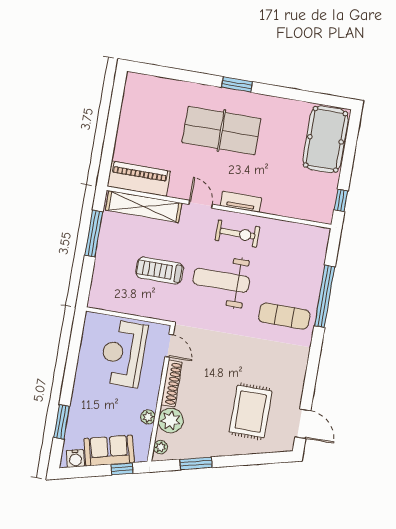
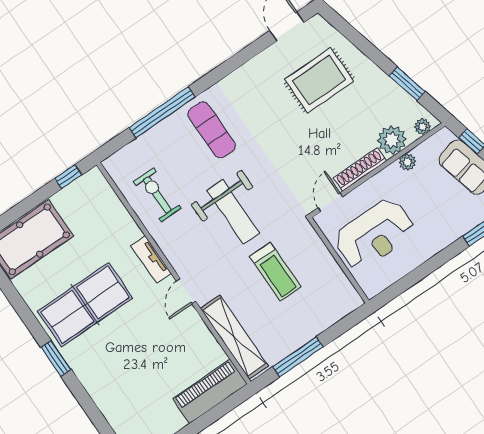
table tennis table: (221, 131) -> (85, 305), moved, turned 90
piano: (139, 179) -> (210, 391), moved, turned 90
exercise bike: (237, 234) -> (157, 195), moved

